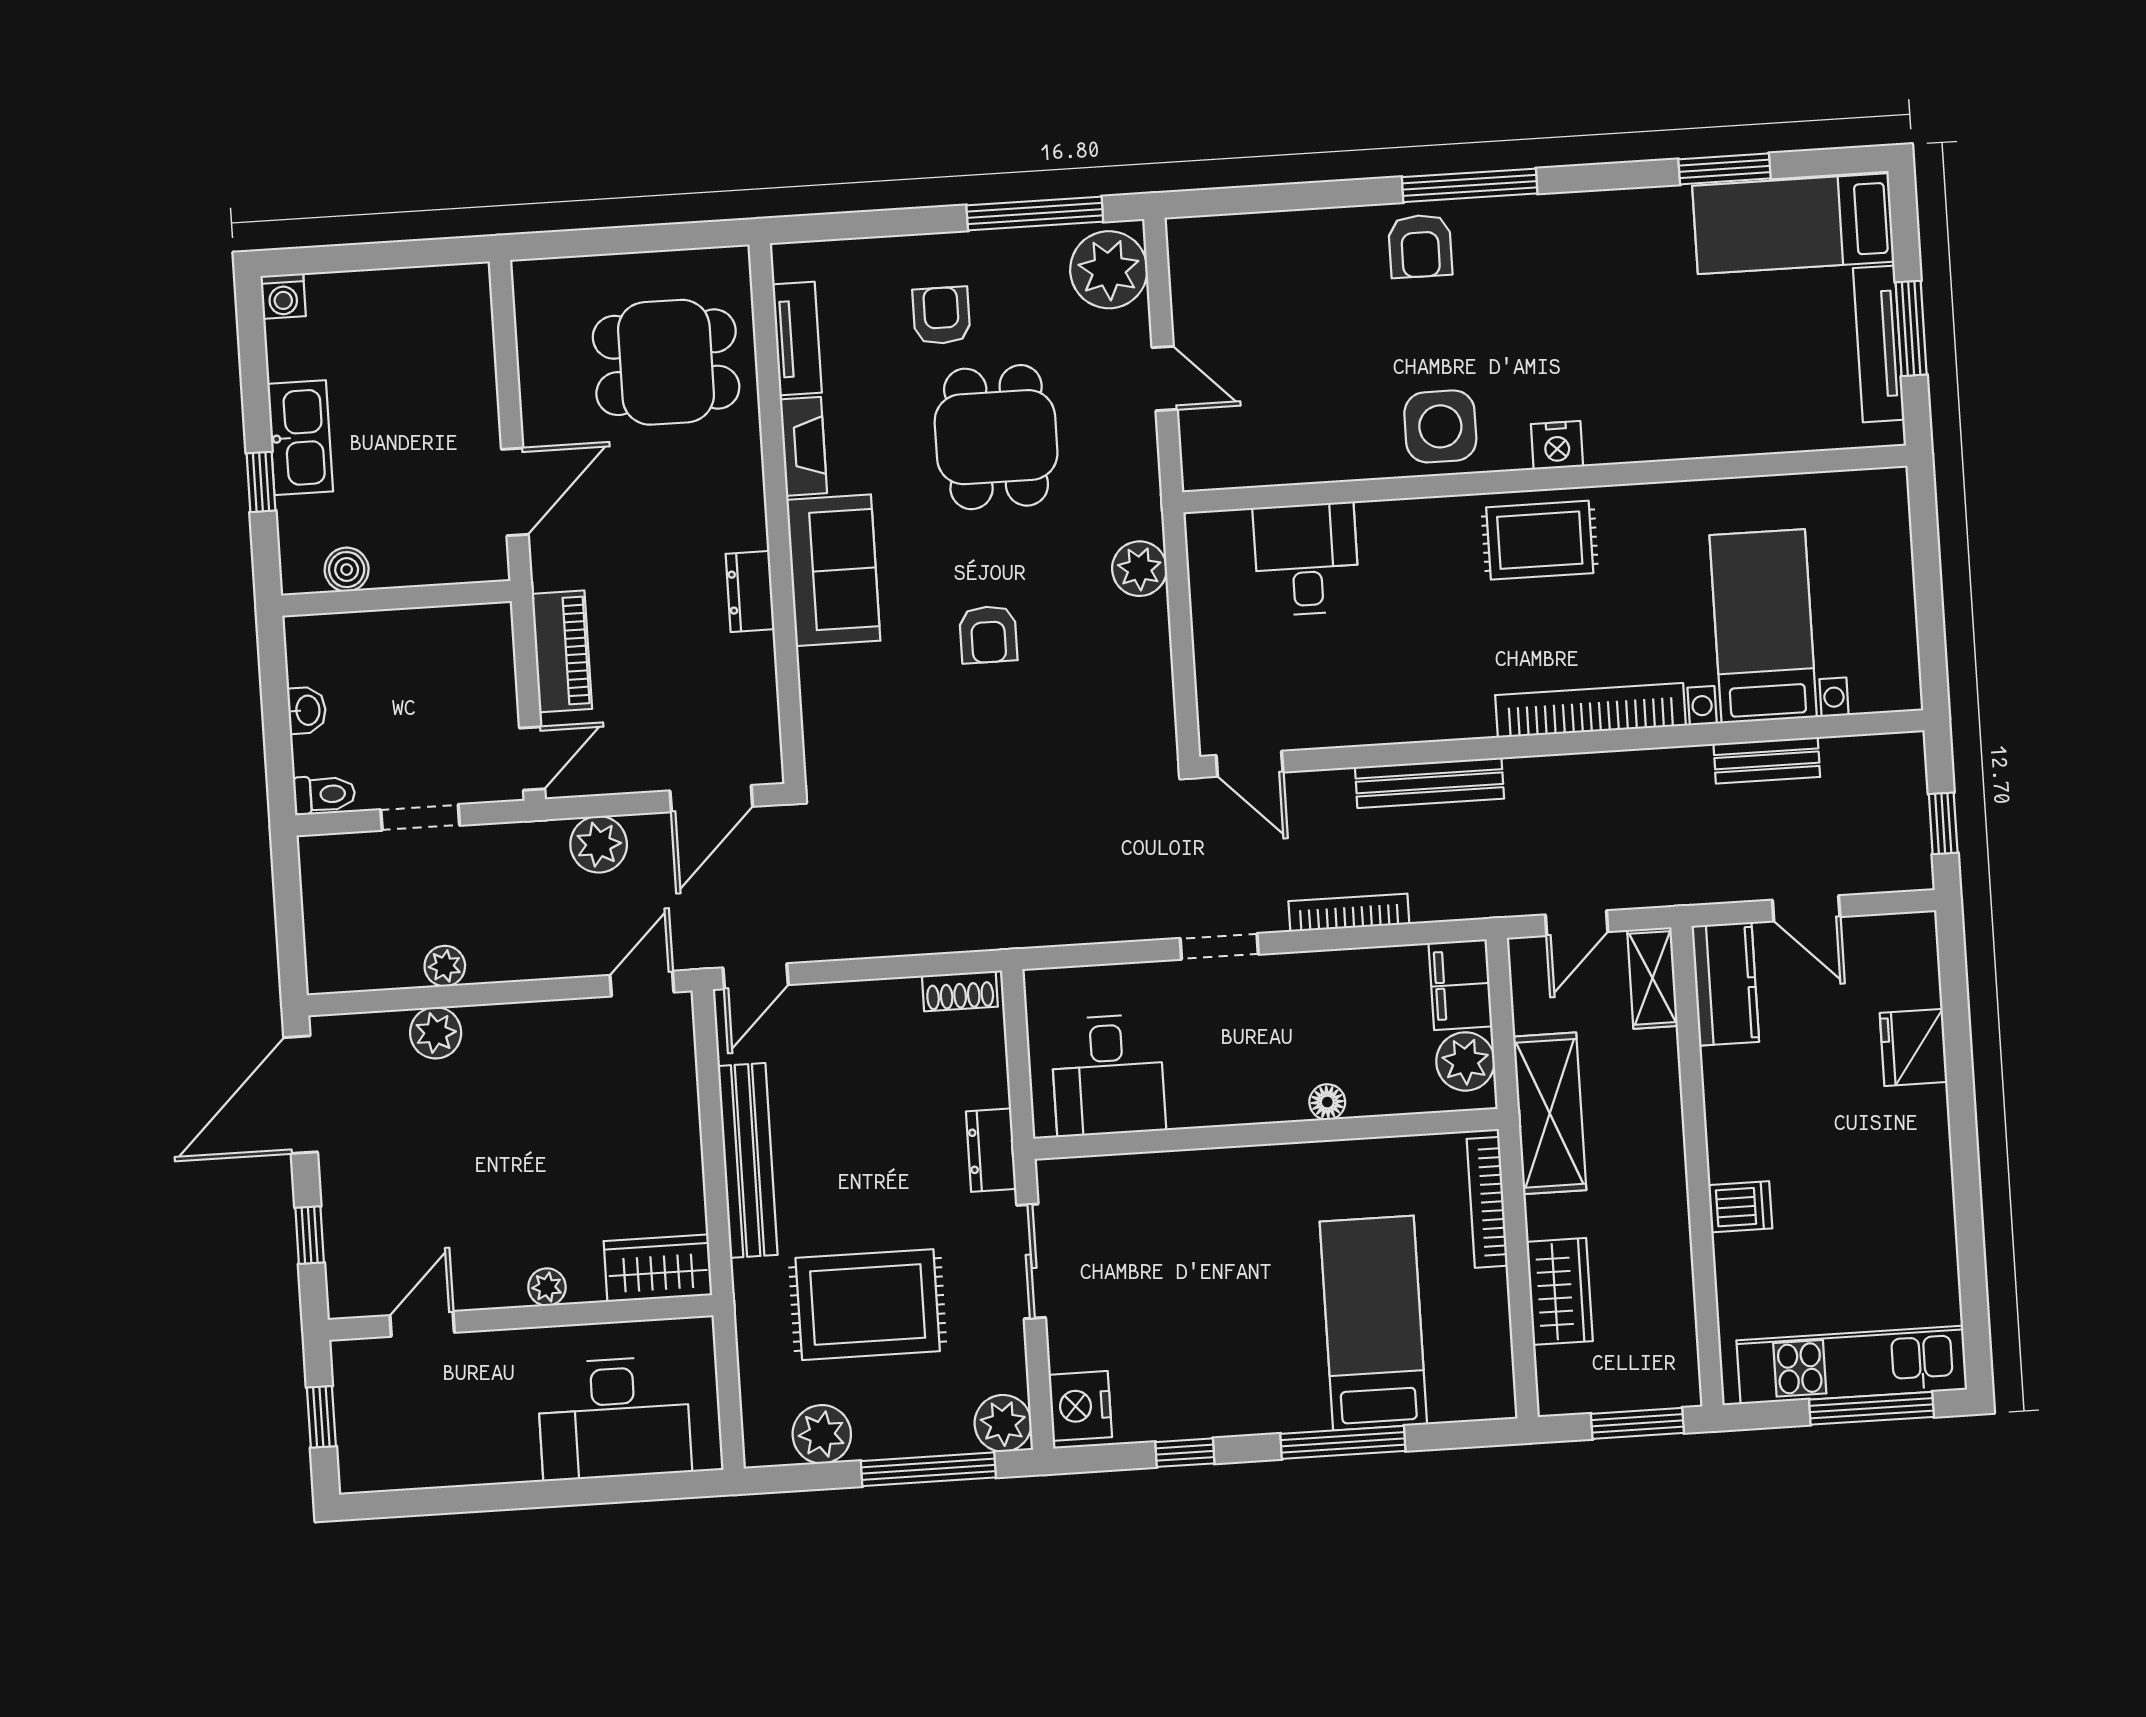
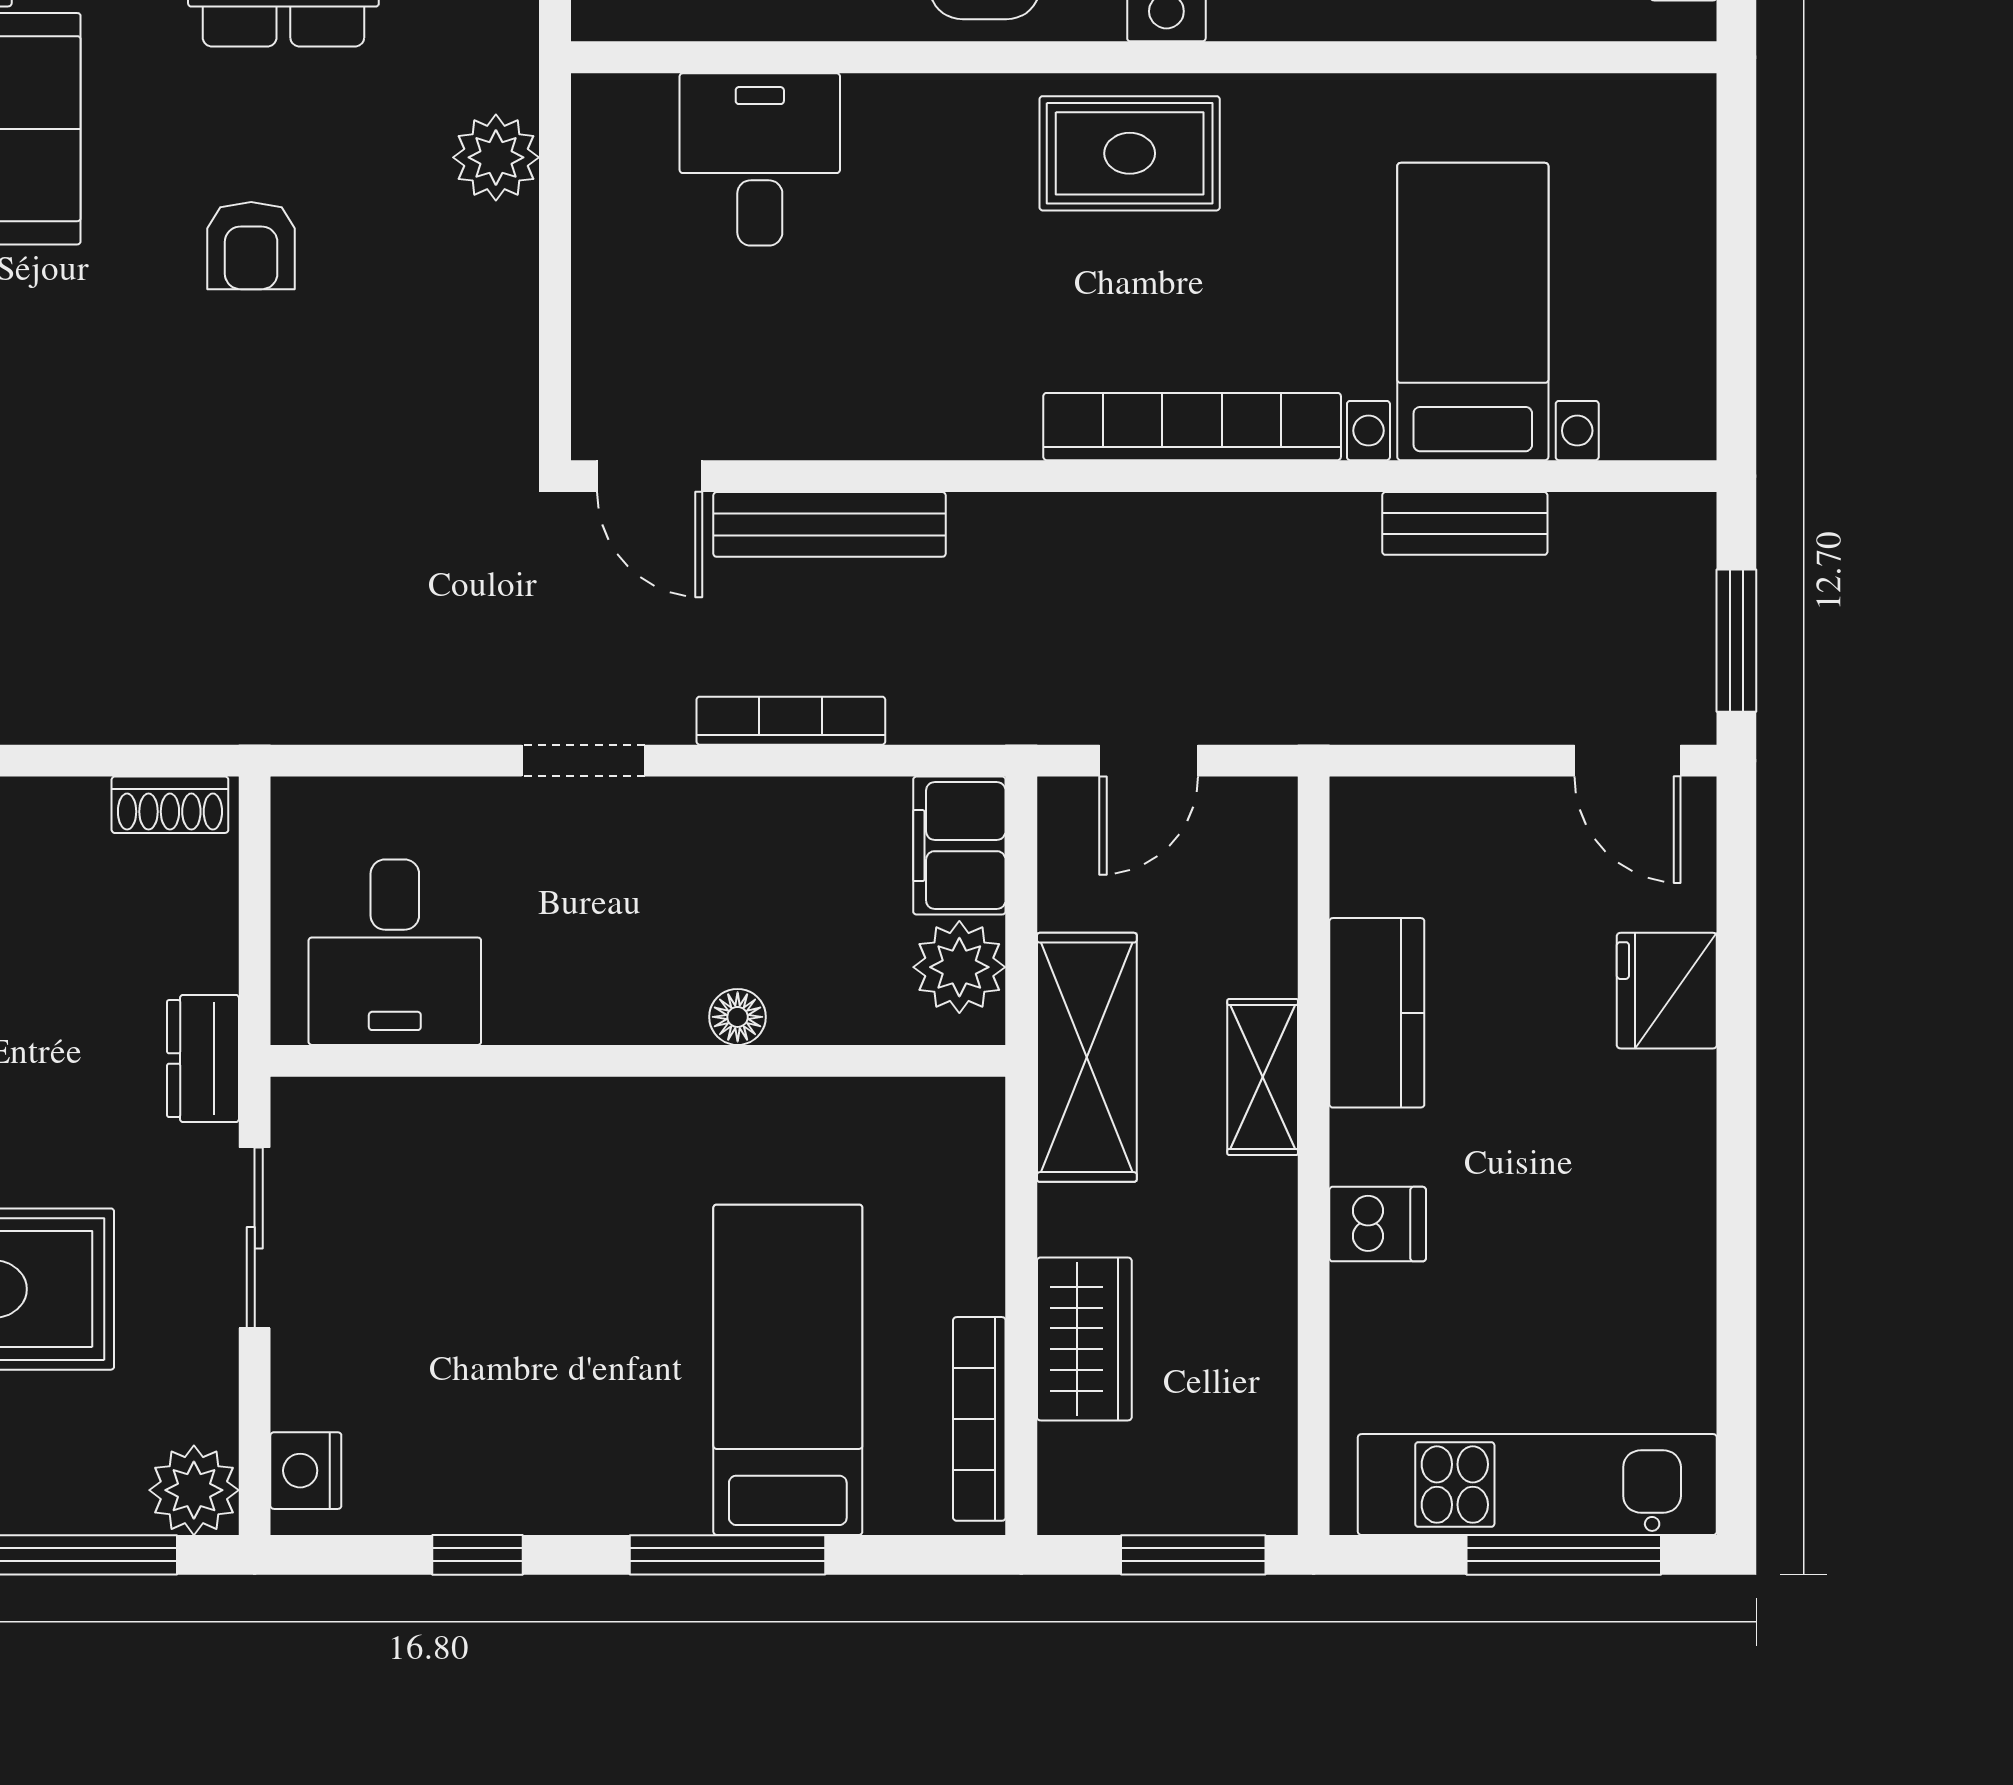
bench: (1429, 783) -> (830, 524), moved
window: (1943, 823) -> (1736, 641), width x1.50
door: (1806, 908) -> (1628, 761), moved
shelving: (1653, 978) -> (1263, 1077), moved
kitchen counter: (1725, 984) -> (1377, 1013), moved
bookcase: (1487, 1202) -> (979, 1419), moved
nightstand: (1080, 1406) -> (306, 1471), width x0.74, depth x0.75

